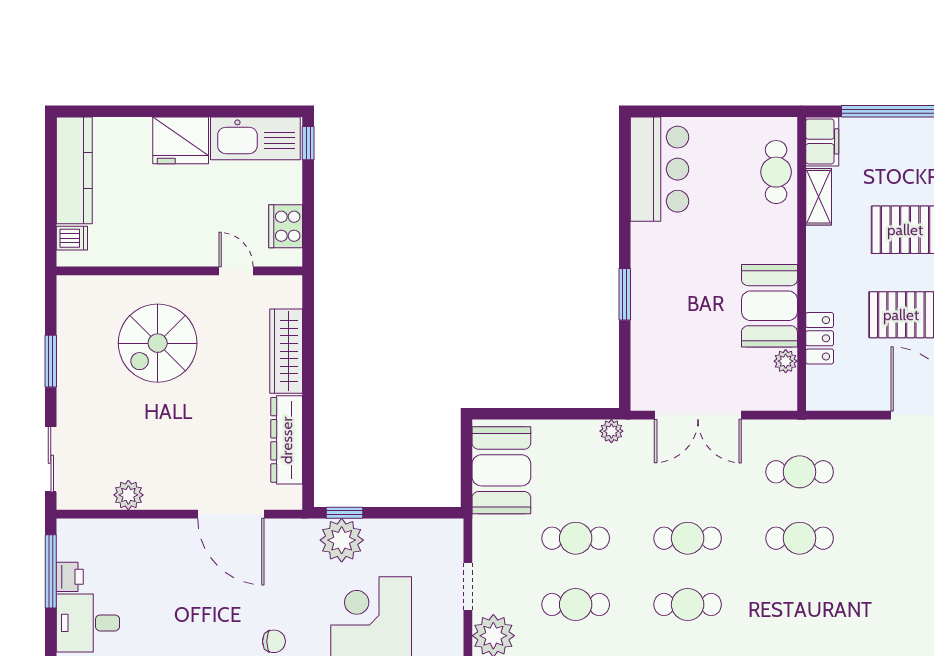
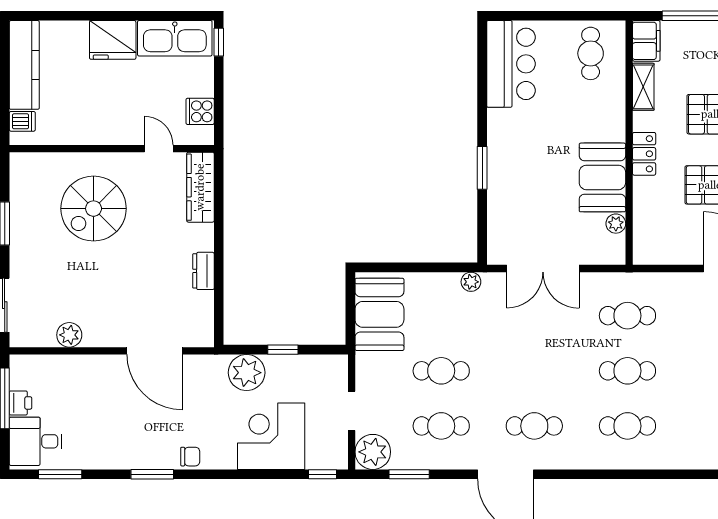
cafe table: (776, 172) -> (591, 53), moved
cooker: (286, 226) -> (200, 111), width x0.73
locker: (820, 338) -> (644, 154), moved
wardrobe: (286, 351) -> (200, 187), moved
dresser: (287, 440) -> (203, 271), width x0.51, depth x0.80
window: (345, 513) -> (283, 350), moved
cafe table: (688, 538) -> (627, 426), moved

